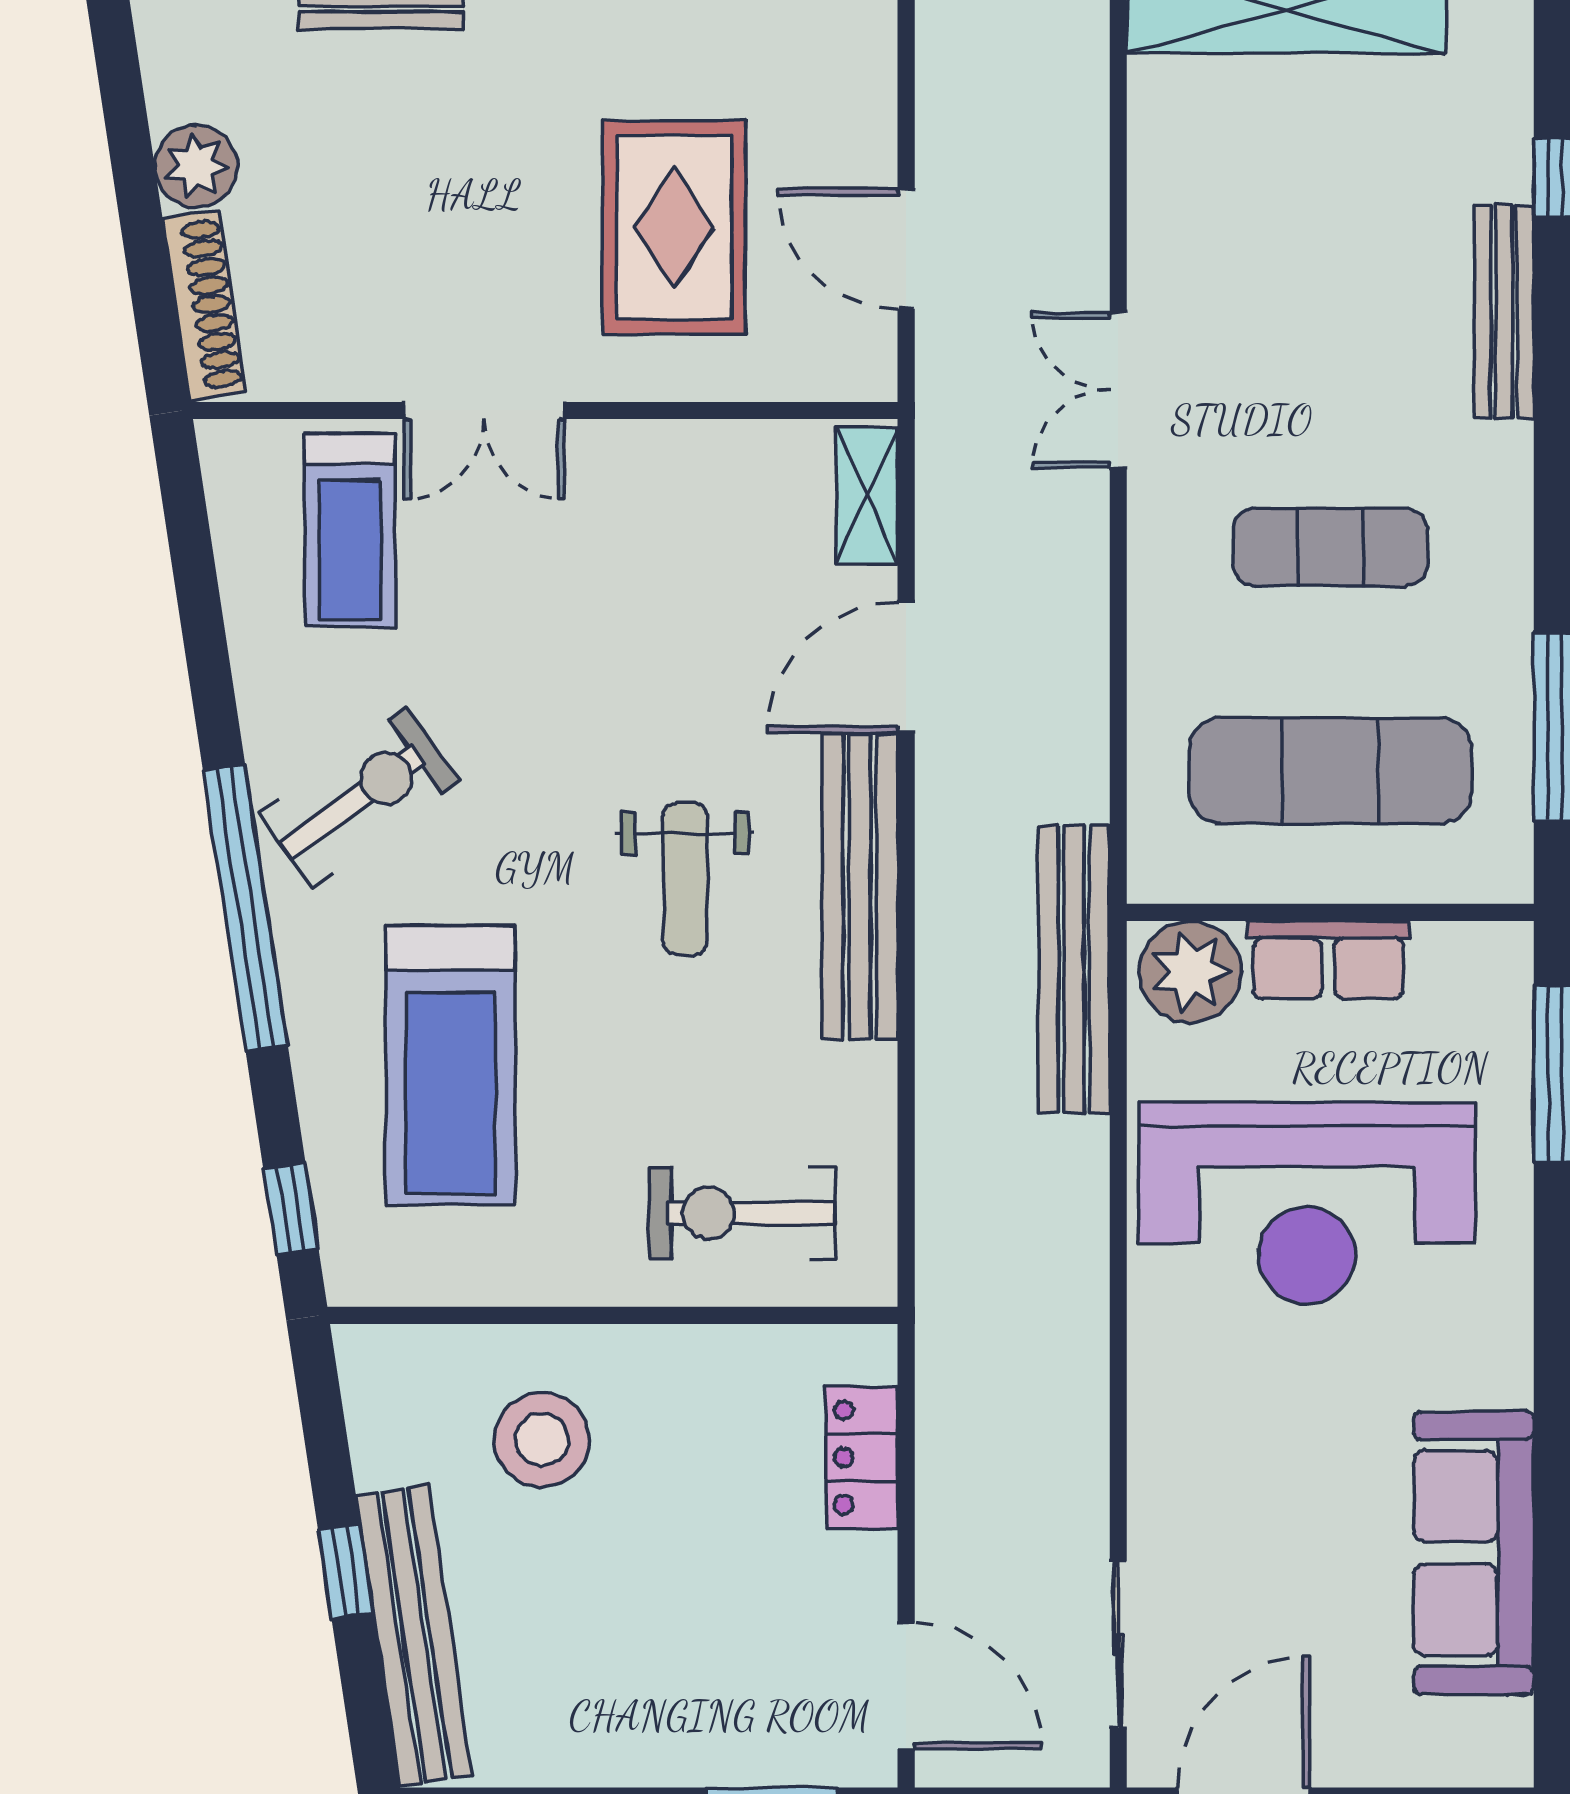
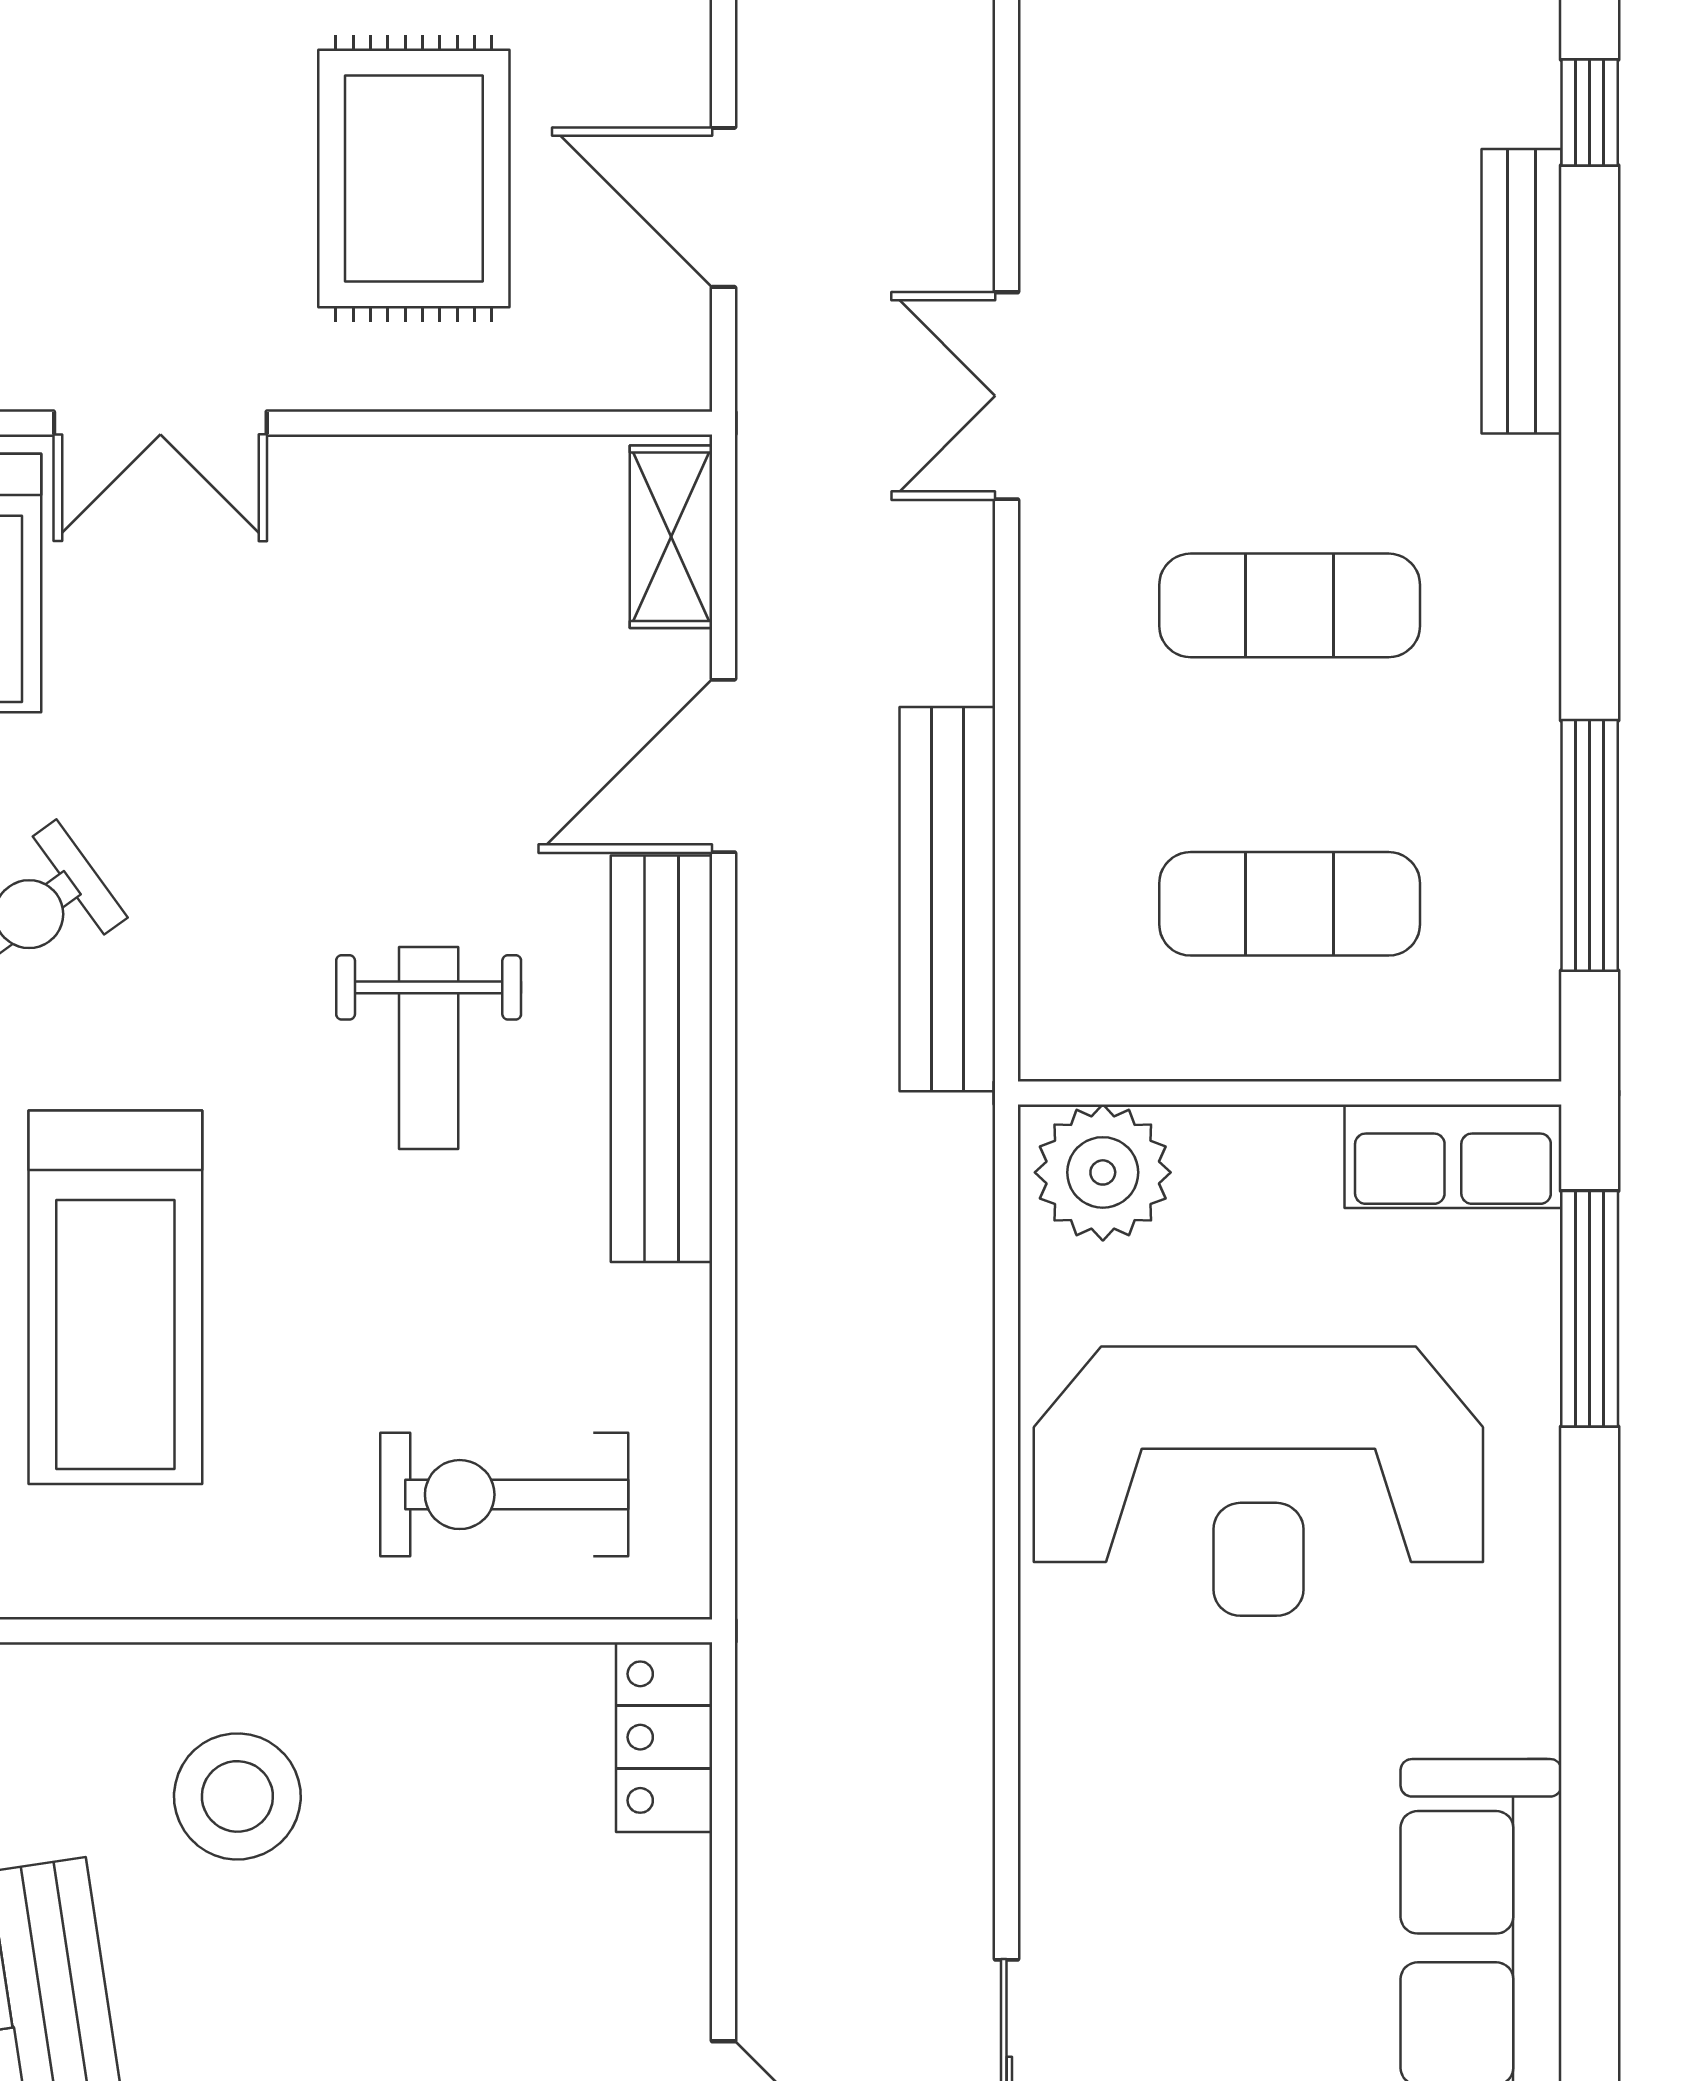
exercise mat: (1330, 771) -> (1290, 904), width x0.73, depth x0.69
row of seats: (1328, 960) -> (1453, 1156), moved
bench: (1074, 969) -> (947, 899), moved
locker: (862, 1457) -> (664, 1737), moved

